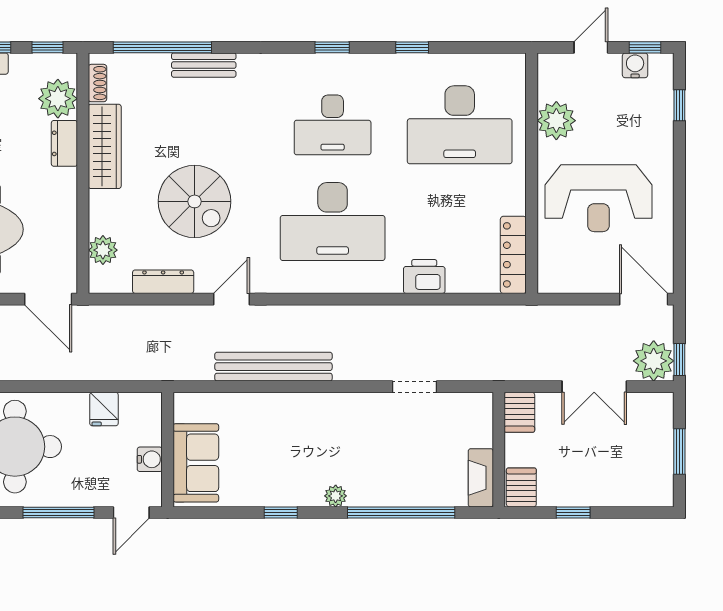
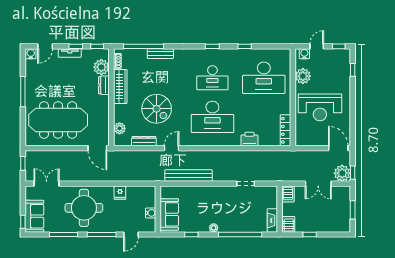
water cooler: (635, 65) -> (304, 54), moved
wall: (168, 450) -> (158, 209), moved
water cooler: (150, 459) -> (151, 213), moved
sofa: (196, 463) -> (169, 214), moved

